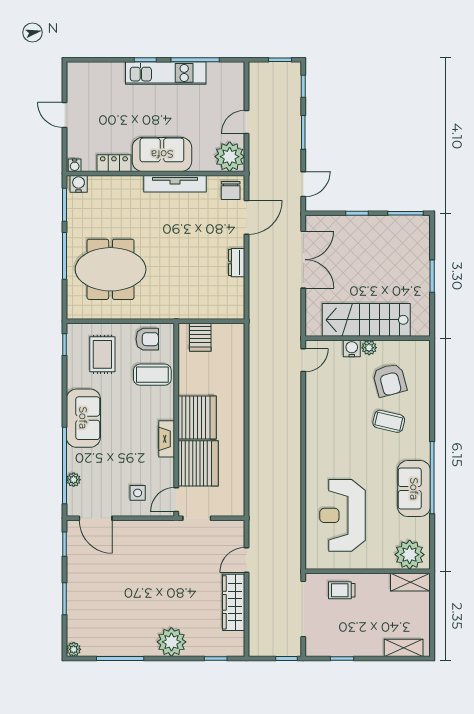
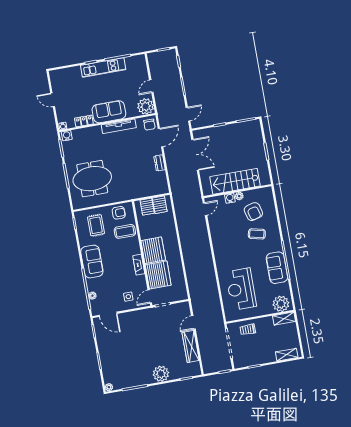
server rack: (223, 338) -> (160, 205), added

